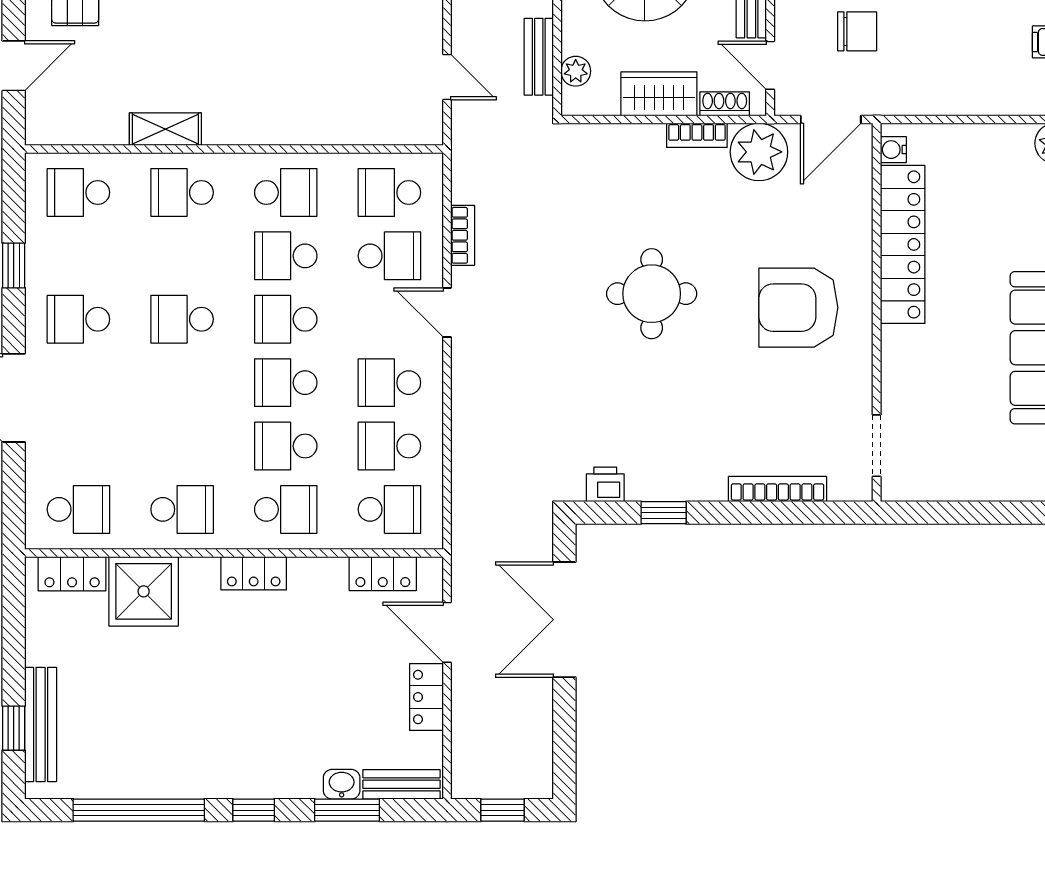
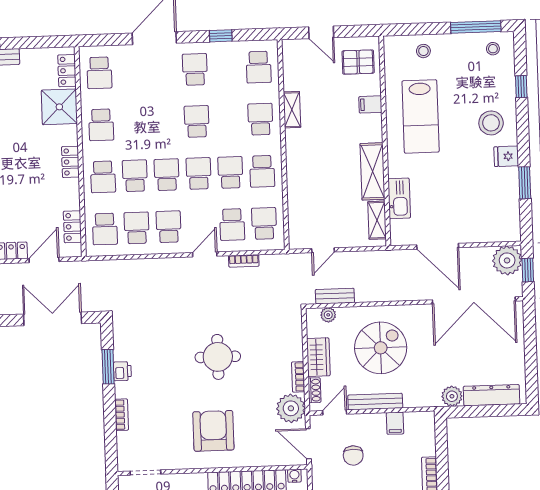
school desk: (78, 192) -> (259, 67), turned 180
printer: (605, 484) -> (122, 371), moved
bookcase: (777, 489) -> (122, 415), width x0.64
window: (664, 513) -> (108, 367), width x1.50

